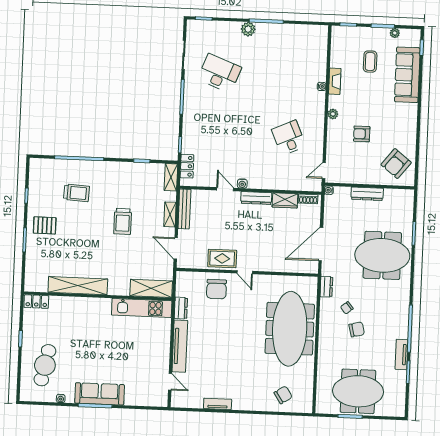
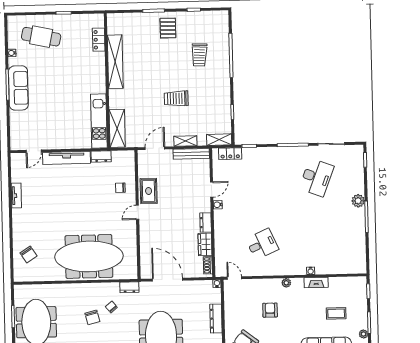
dresser: (256, 198) -> (206, 223), width x0.70
chair: (217, 289) -> (120, 188), width x0.54, depth x0.54
locker: (36, 302) -> (99, 40), moved

